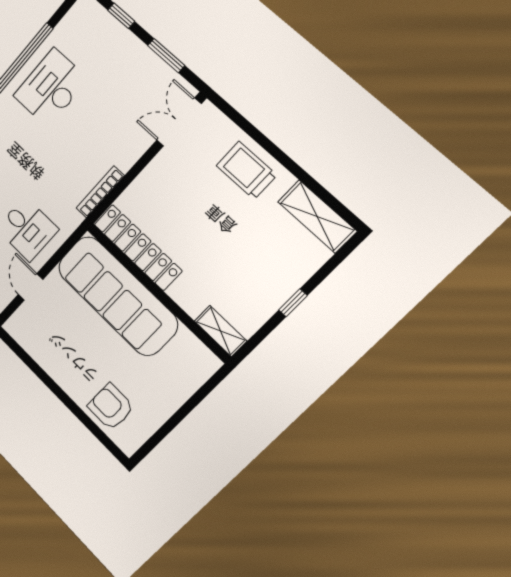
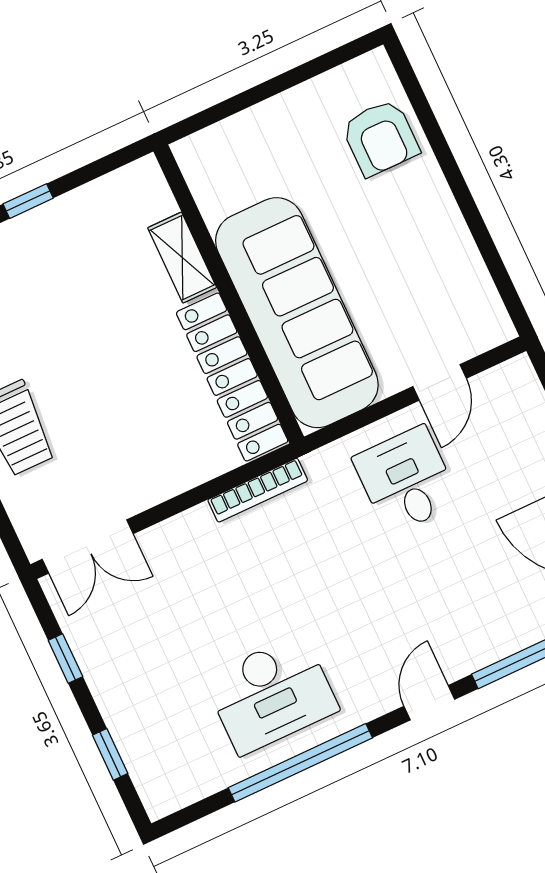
window: (166, 55) -> (65, 658), width x0.67
shelving: (221, 331) -> (182, 258), moved

